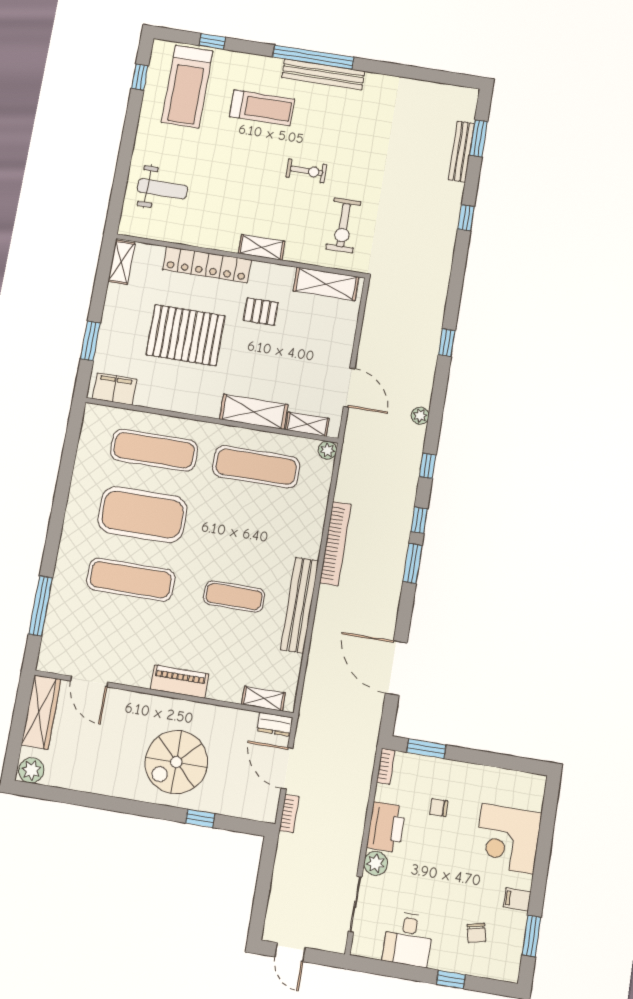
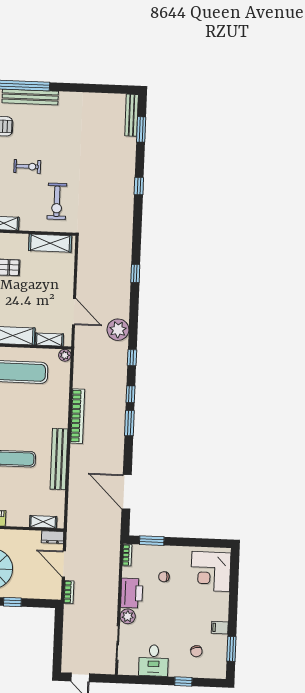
bench: (461, 152) -> (132, 115), moved
plant: (420, 416) -> (118, 330), width x1.88, depth x1.88
corner desk: (508, 839) -> (211, 571), moved

